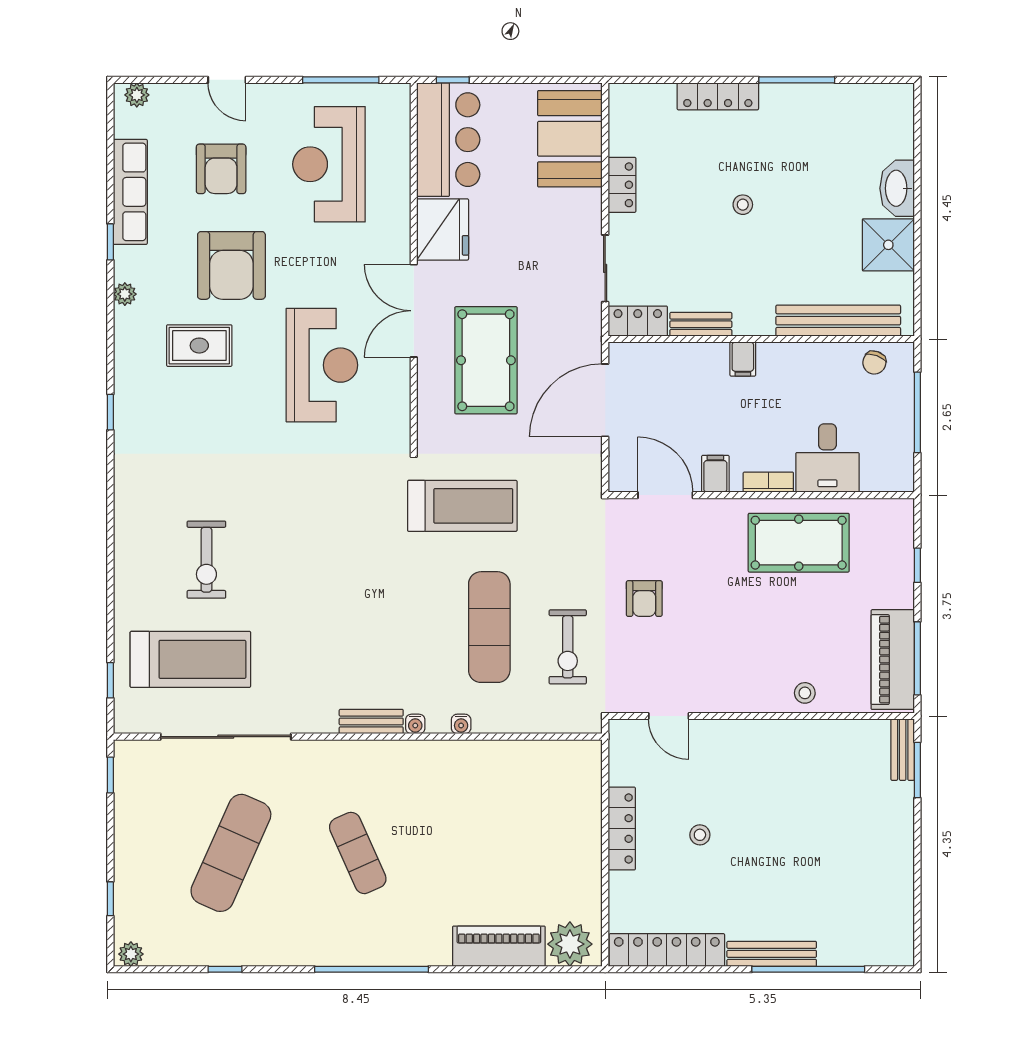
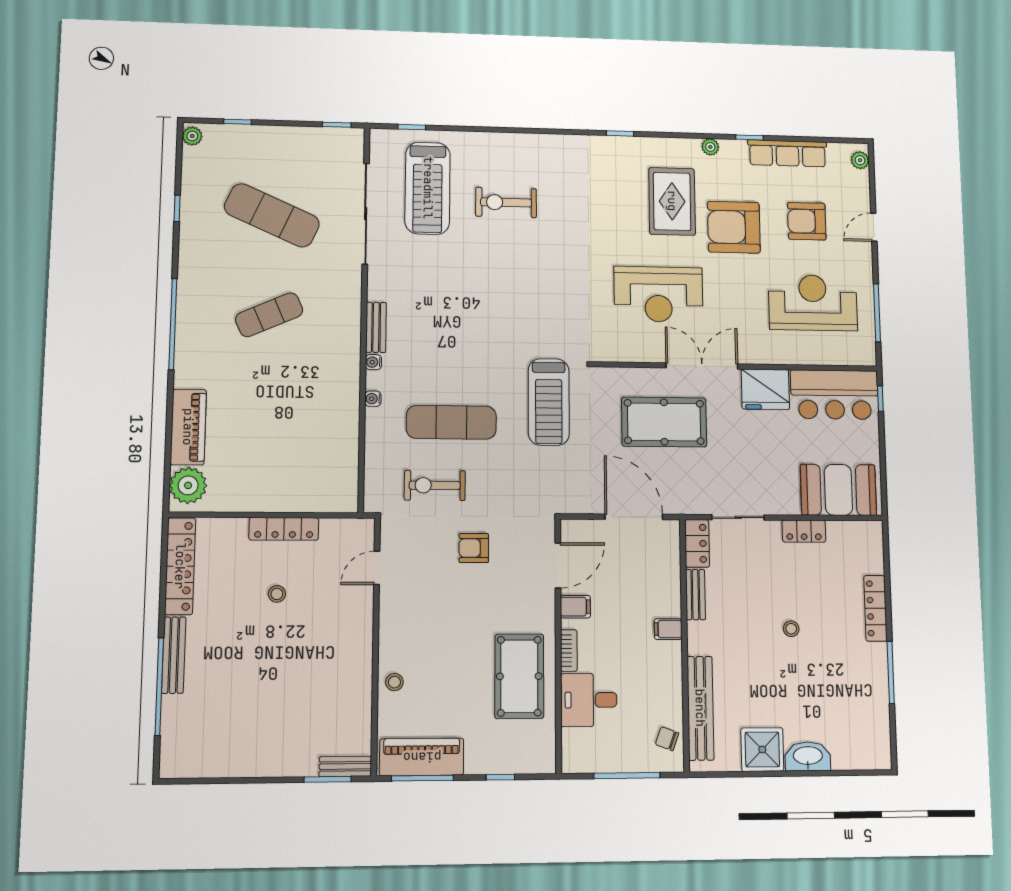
rug: (199, 346) -> (672, 201), width x1.36, depth x1.43

